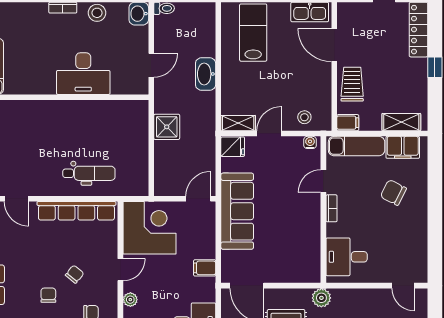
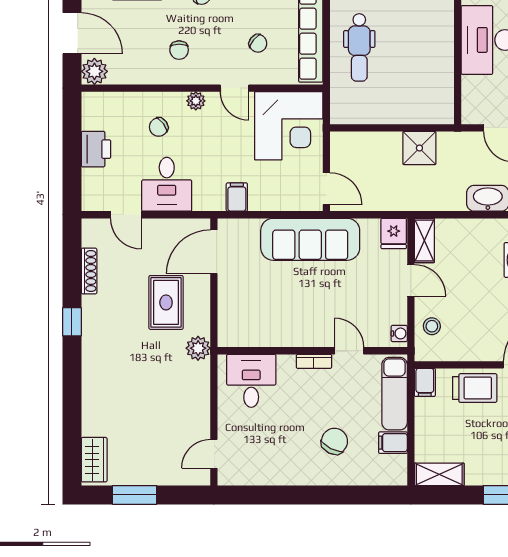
shelving: (401, 122) -> (439, 474), moved, turned 90
filing cabinet: (403, 147) -> (393, 443), width x0.50
chair: (75, 274) -> (258, 43), moved

